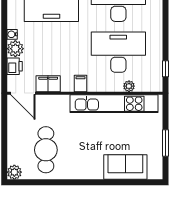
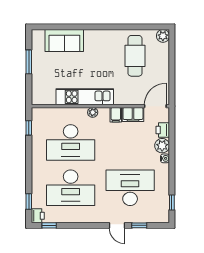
filing cabinet: (80, 83) -> (116, 115), moved
plant: (129, 86) -> (93, 112), moved
door: (23, 93) -> (155, 106), hinge flipped
kitchen unit: (114, 104) -> (85, 97), width x0.73

